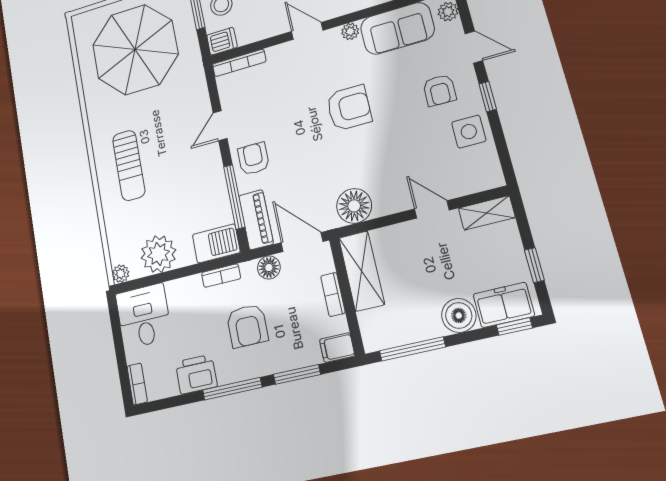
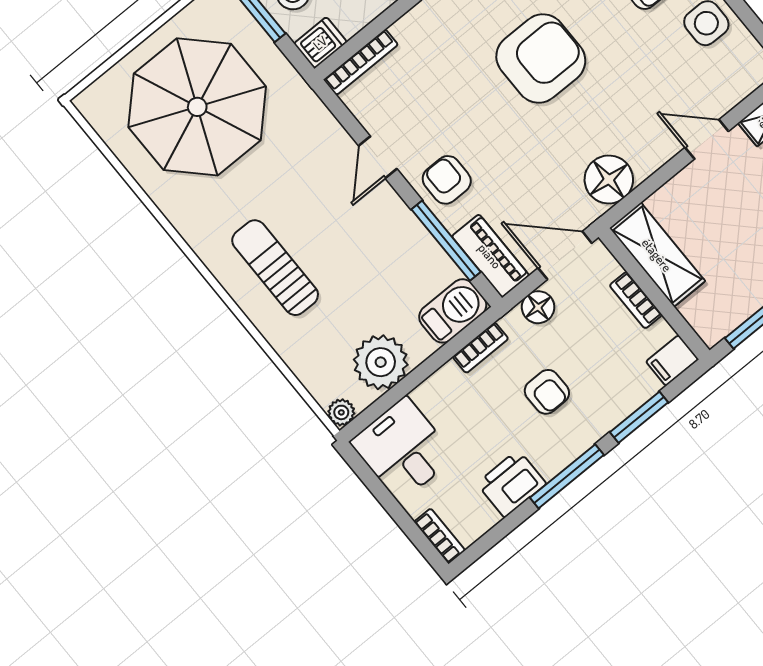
armchair: (349, 108) -> (541, 59), width x1.36, depth x1.36
sun lounger: (129, 165) -> (275, 268), turned 180
armchair: (247, 326) -> (547, 392), width x0.72, depth x0.72

